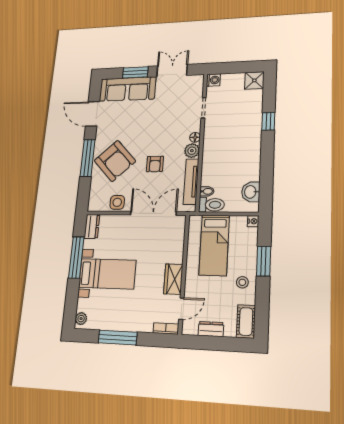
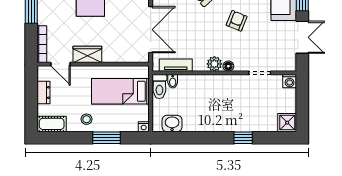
armchair: (155, 164) -> (237, 21), moved, turned 112
tv unit: (191, 182) -> (176, 65), width x0.71
bookcase: (166, 328) -> (42, 44), width x1.56

